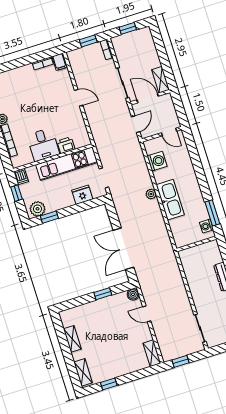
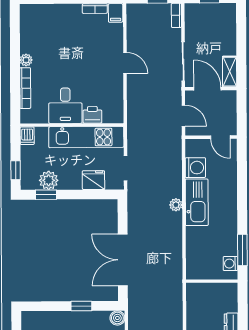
door: (136, 124) -> (183, 116), hinge flipped
window: (16, 193) -> (16, 170), moved
kitchen sink: (170, 200) -> (197, 202), moved
plant: (37, 209) -> (49, 180), moved

